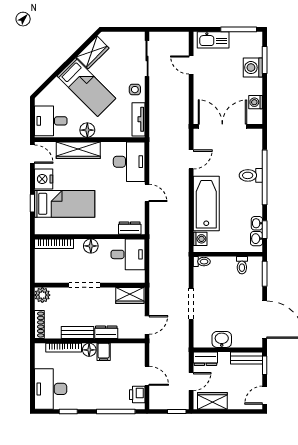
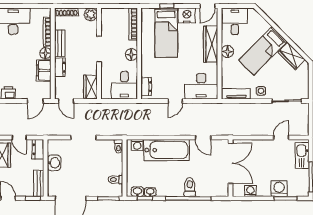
filing cabinet: (104, 352) -> (44, 70), width x2.00
door: (147, 376) -> (35, 101), moved

